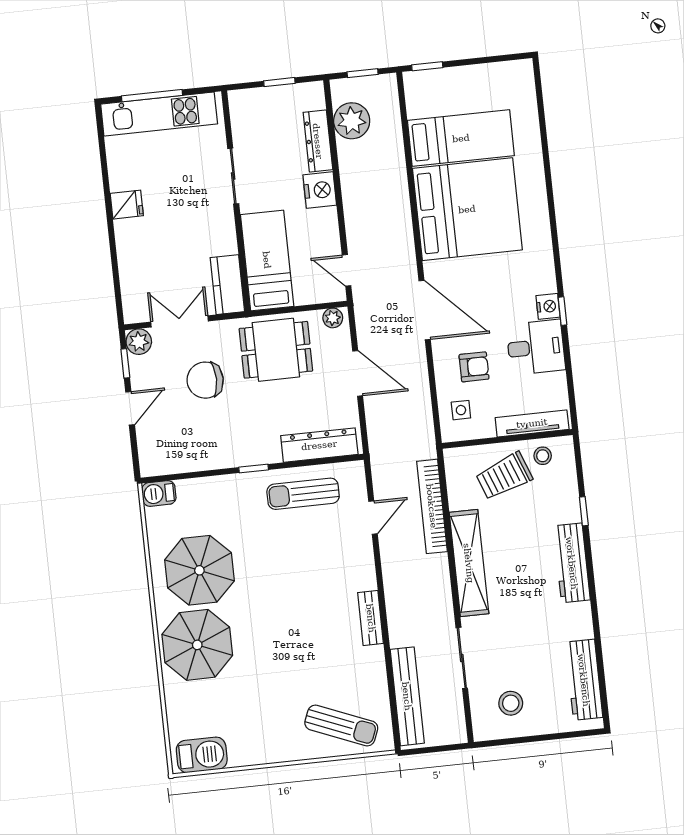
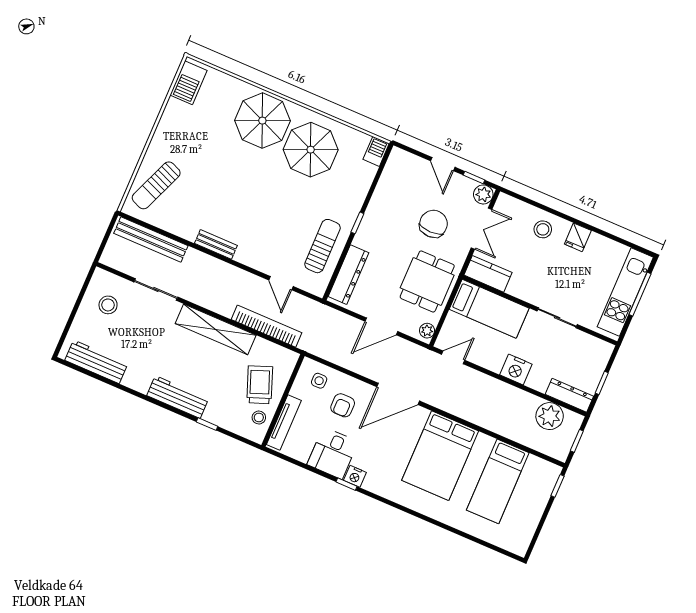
dresser: (318, 141) -> (569, 395), moved
bed: (467, 209) -> (440, 456), width x0.73
stool: (140, 250) -> (543, 229), added

